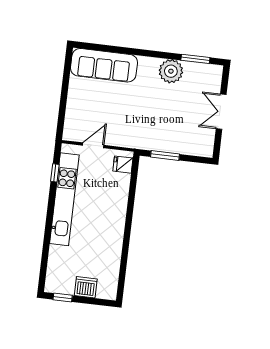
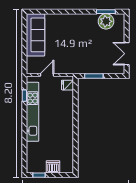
sofa: (104, 65) -> (35, 35), moved, turned -90
plant: (171, 71) -> (106, 21), moved
double door: (221, 112) -> (127, 54), moved

